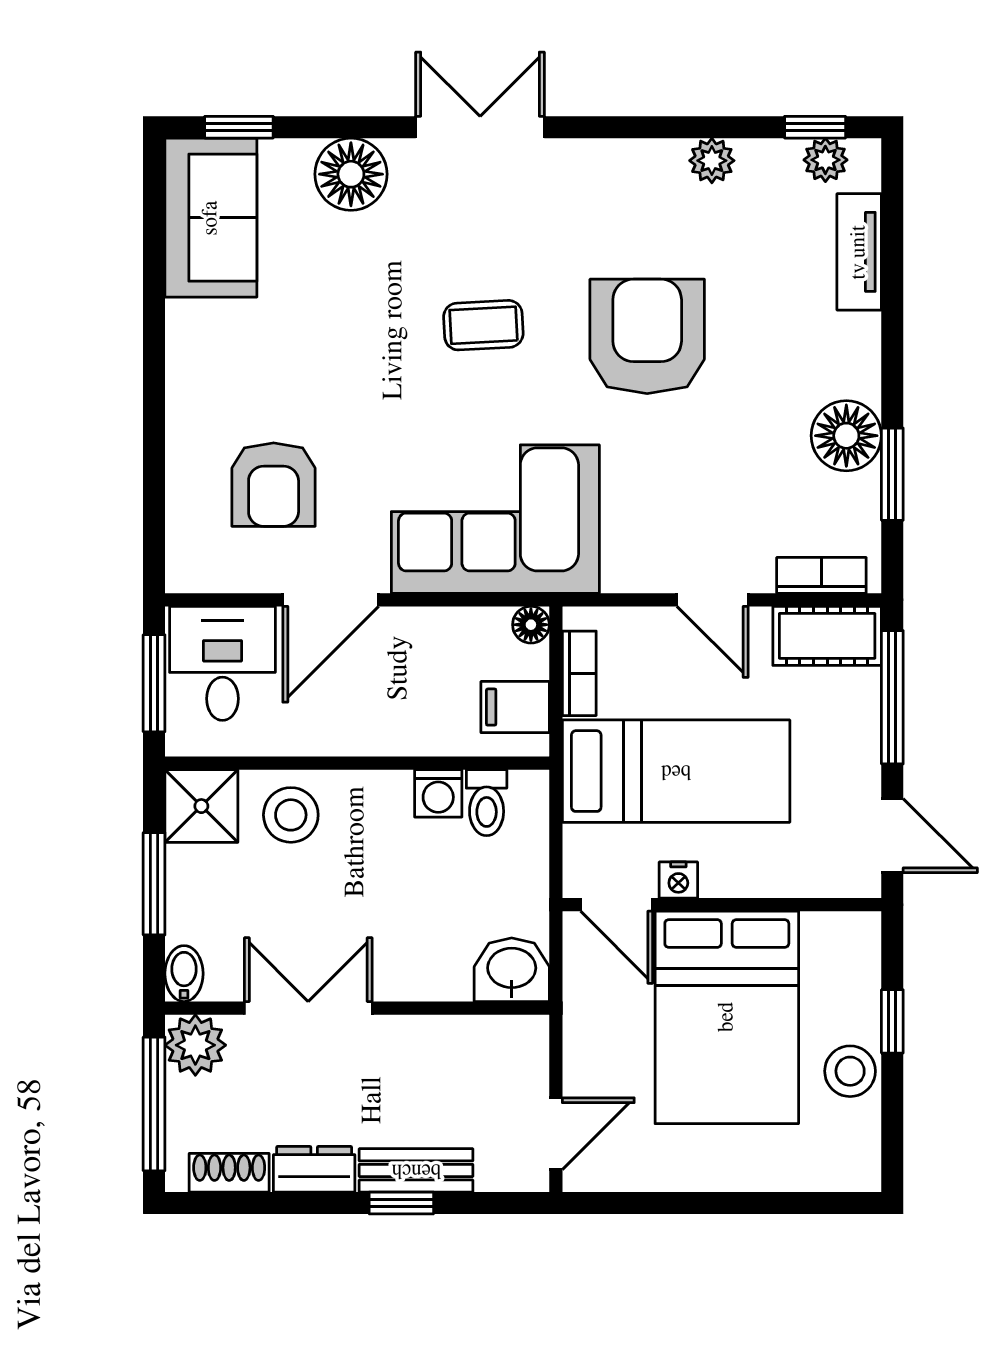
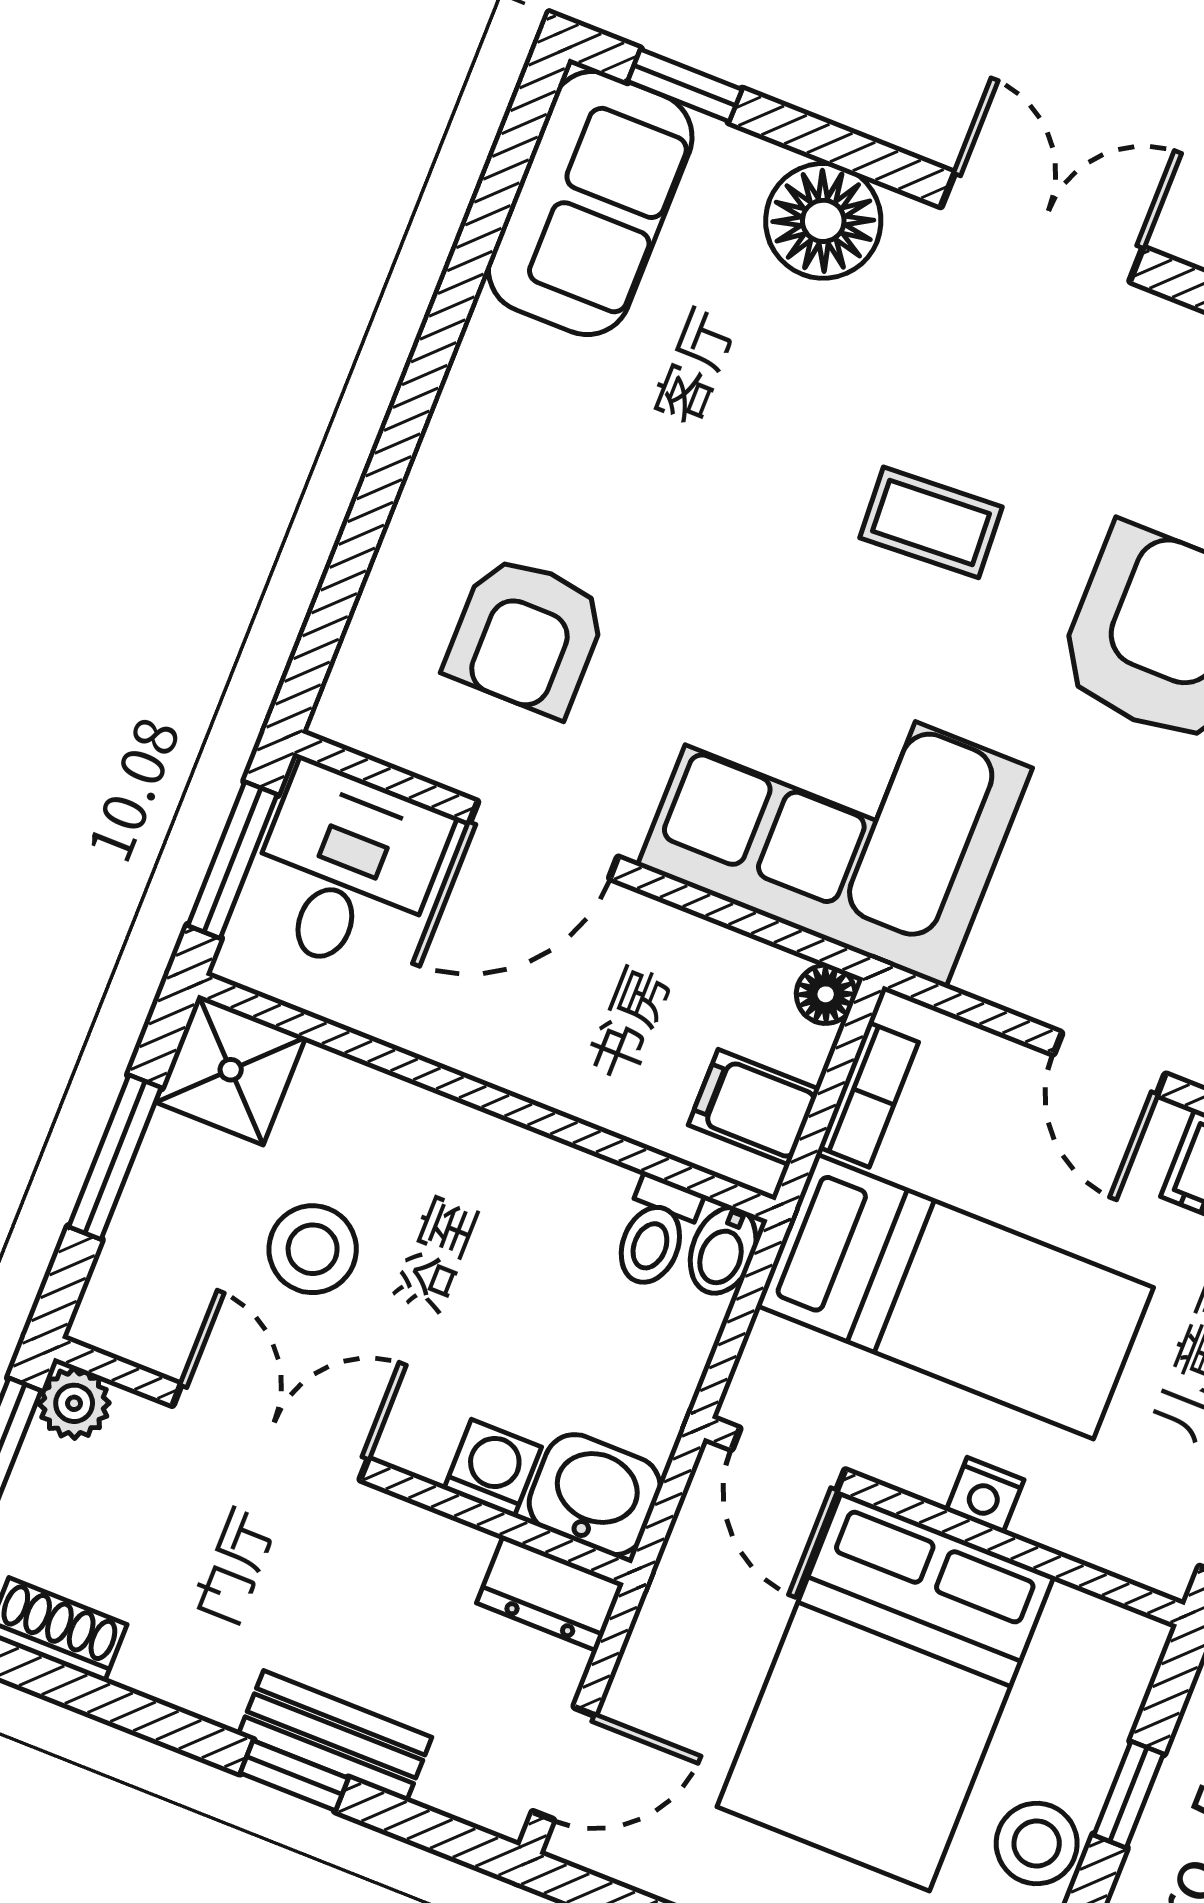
washing machine: (438, 793) -> (493, 1468), moved, turned 180
stool: (291, 815) -> (313, 1249), moved
nightstand: (678, 880) -> (985, 1495), moved
bidet: (184, 974) -> (723, 1250), moved, turned 180
plant: (195, 1045) -> (74, 1403), width x0.73, depth x0.73
dresser: (314, 1169) -> (550, 1593), moved, turned 180

